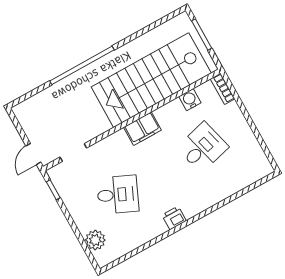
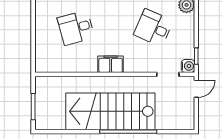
stairs: (151, 80) -> (110, 111), moved, turned 180
bookcase: (223, 89) -> (39, 61), removed
water cooler: (190, 100) -> (188, 66), moved, turned -90

